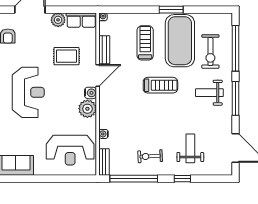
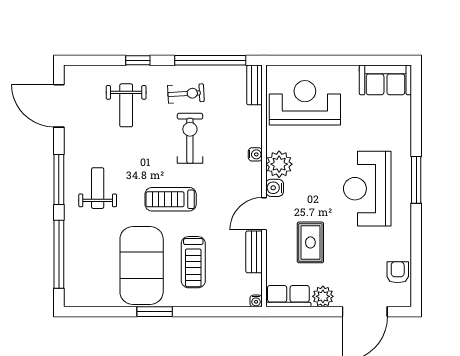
exercise bike: (210, 51) -> (190, 138), moved
rug: (66, 56) -> (310, 242), turned 90
weight bench: (209, 93) -> (98, 188), turned -90
water cooler: (104, 134) -> (255, 154), moved

